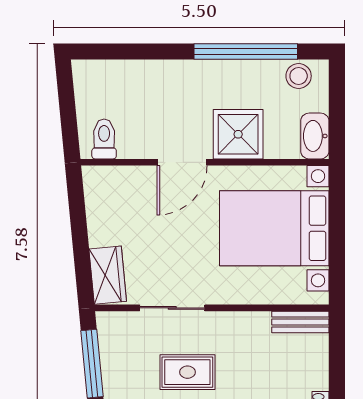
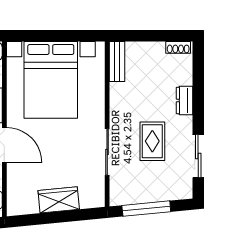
wardrobe: (108, 275) -> (59, 200), moved

